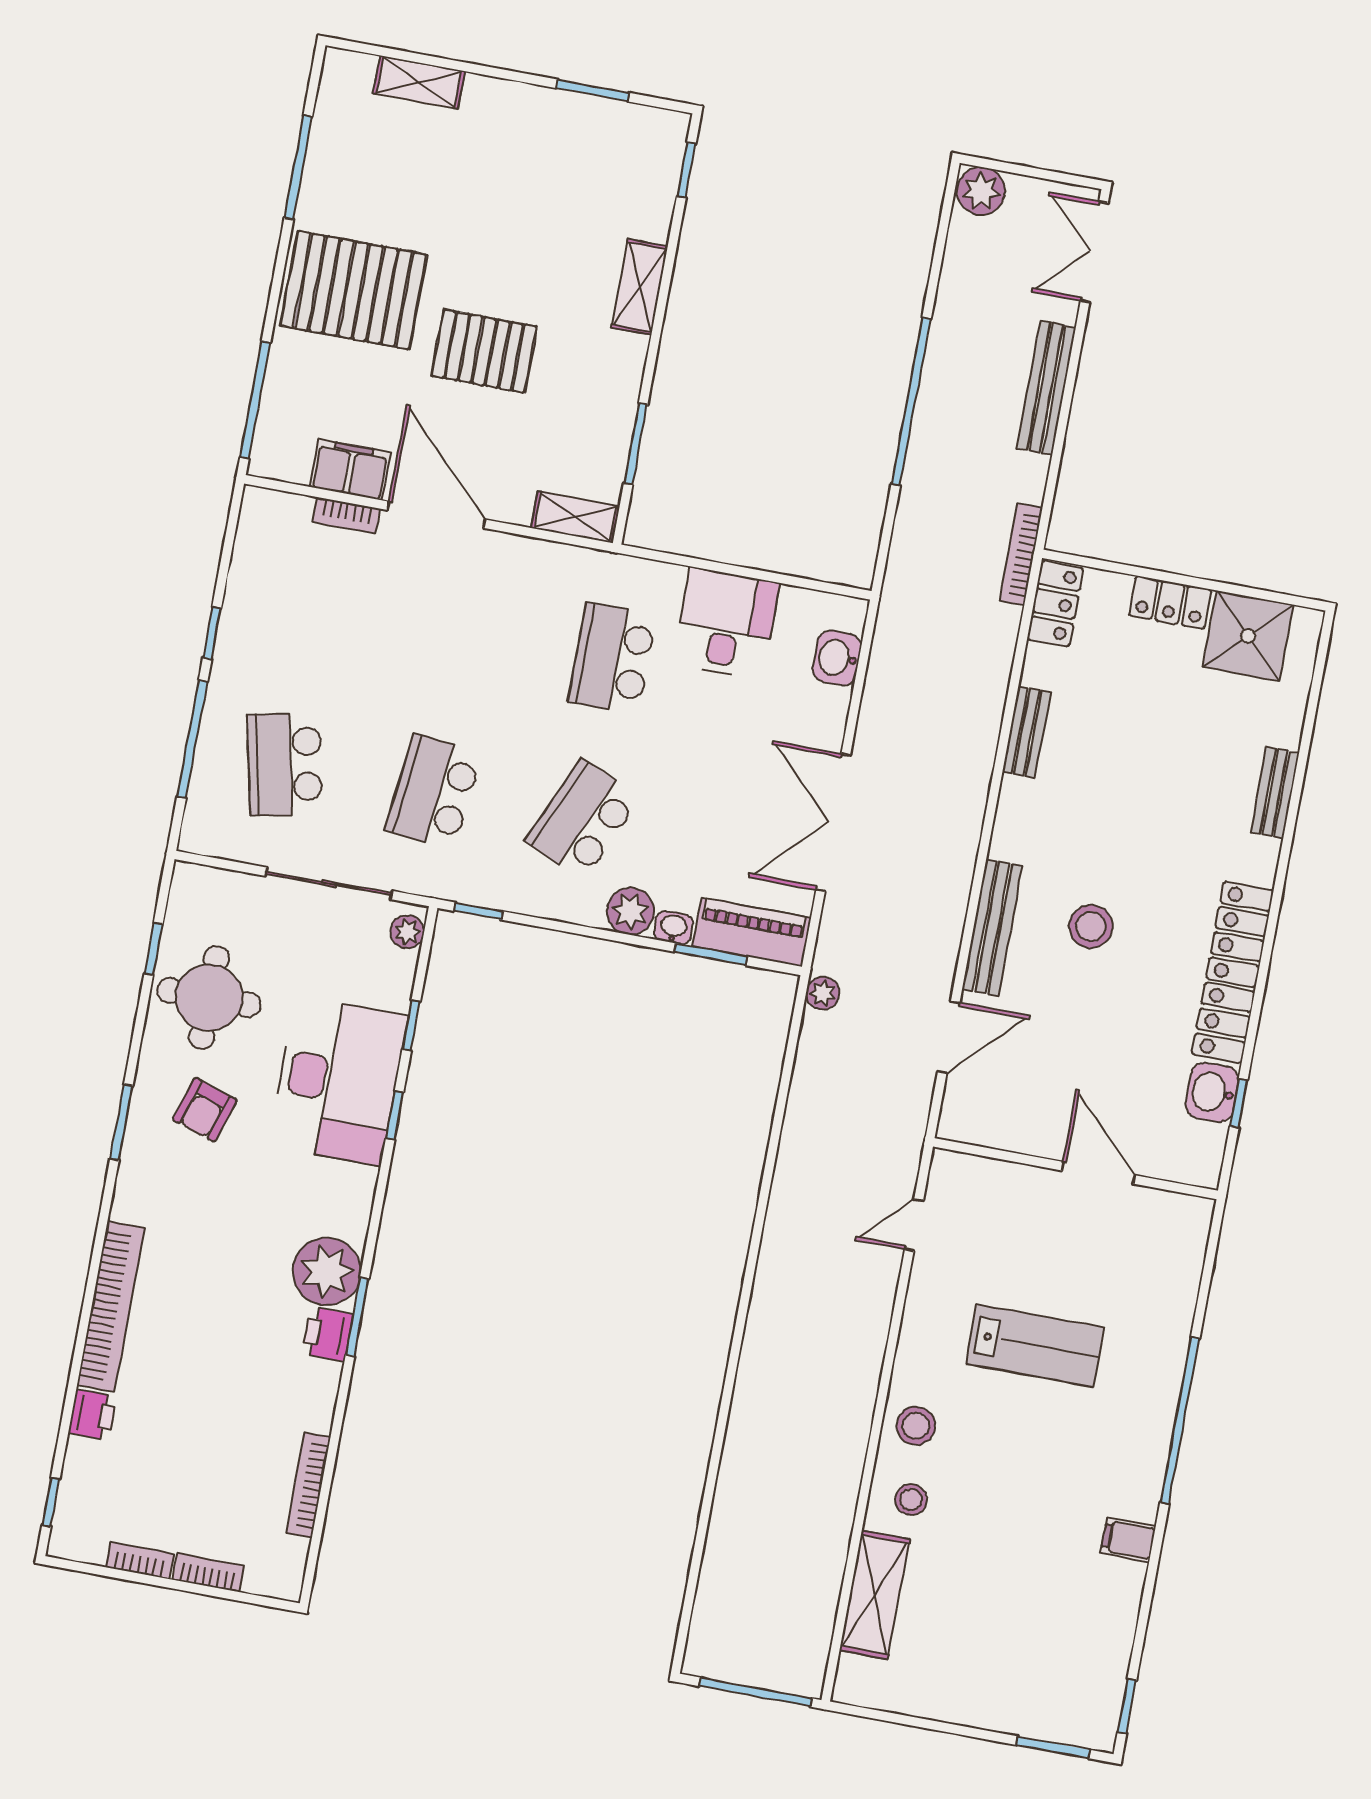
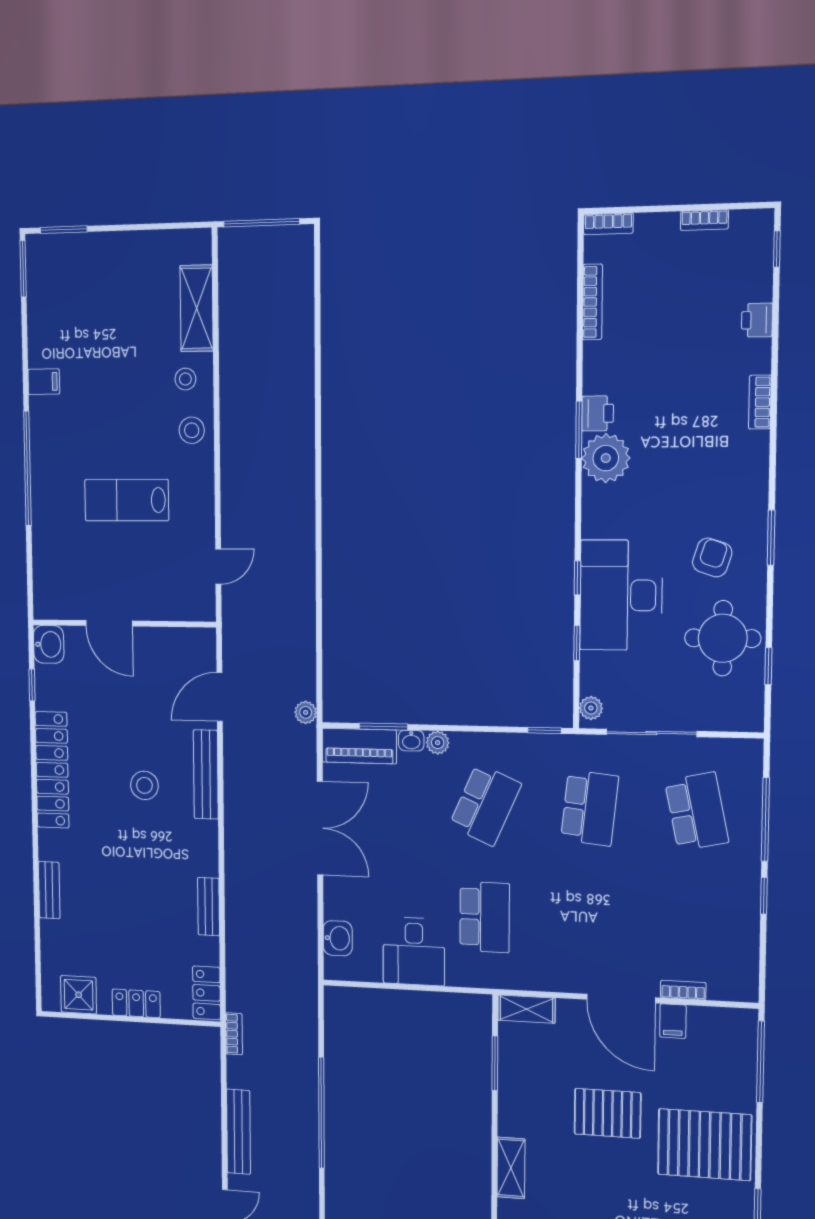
filing cabinet: (350, 470) -> (673, 1021), width x0.50
bookcase: (1021, 554) -> (234, 1034), width x0.64
shower: (1248, 636) -> (79, 995), width x0.73, depth x0.73
plant: (630, 911) -> (438, 743), width x0.73, depth x0.73
washbasin: (1212, 1092) -> (49, 644), moved
bookcase: (111, 1307) -> (760, 402), width x0.43, depth x0.76
bookcase: (208, 1573) -> (608, 224), moved
window: (1127, 1706) -> (23, 269), width x1.50

